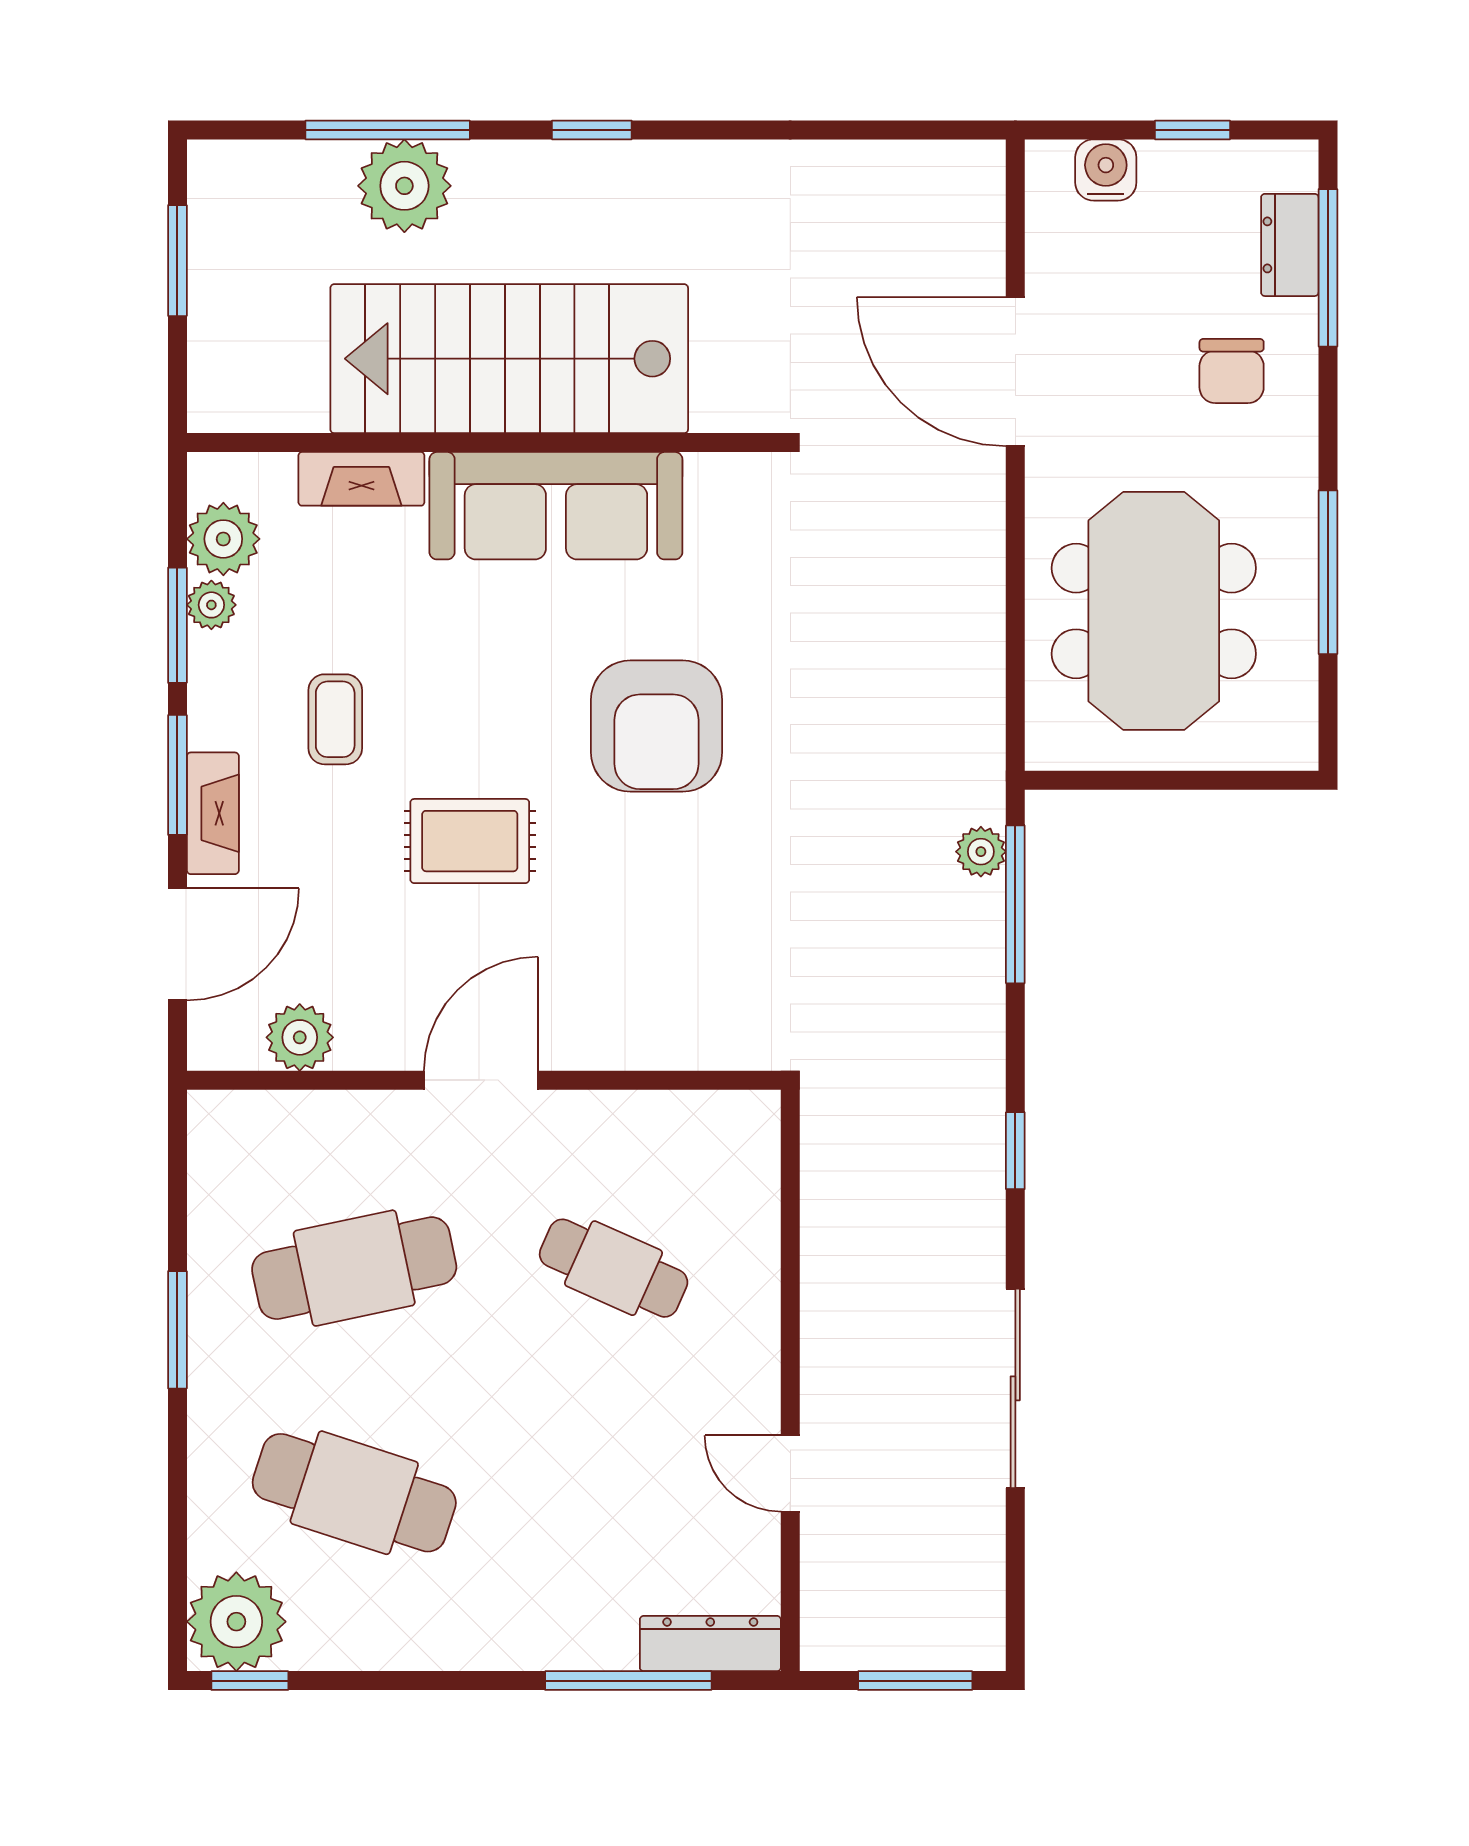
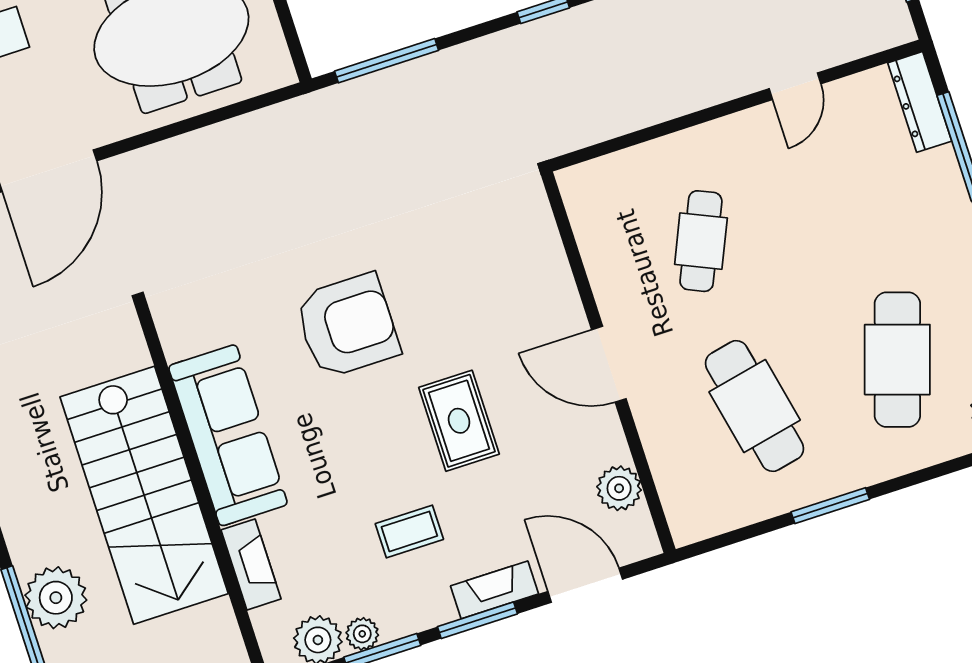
plant: (981, 852) -> (360, 93), removed

